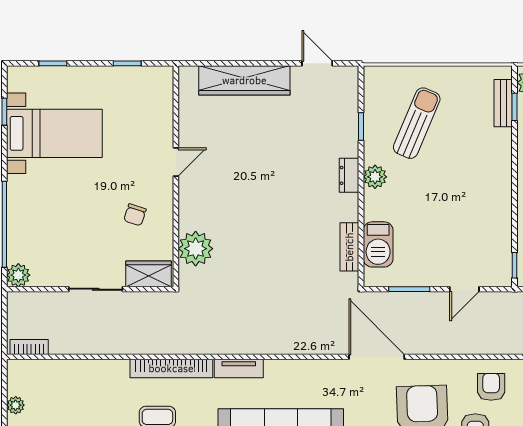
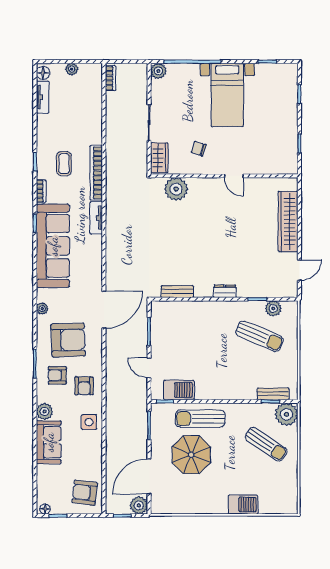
bed with nightstands: (54, 133) -> (227, 95), moved
plant: (375, 177) -> (273, 309), moved
barbecue: (378, 244) -> (179, 390), moved, turned 180
armchair: (491, 387) -> (84, 386), turned 90

